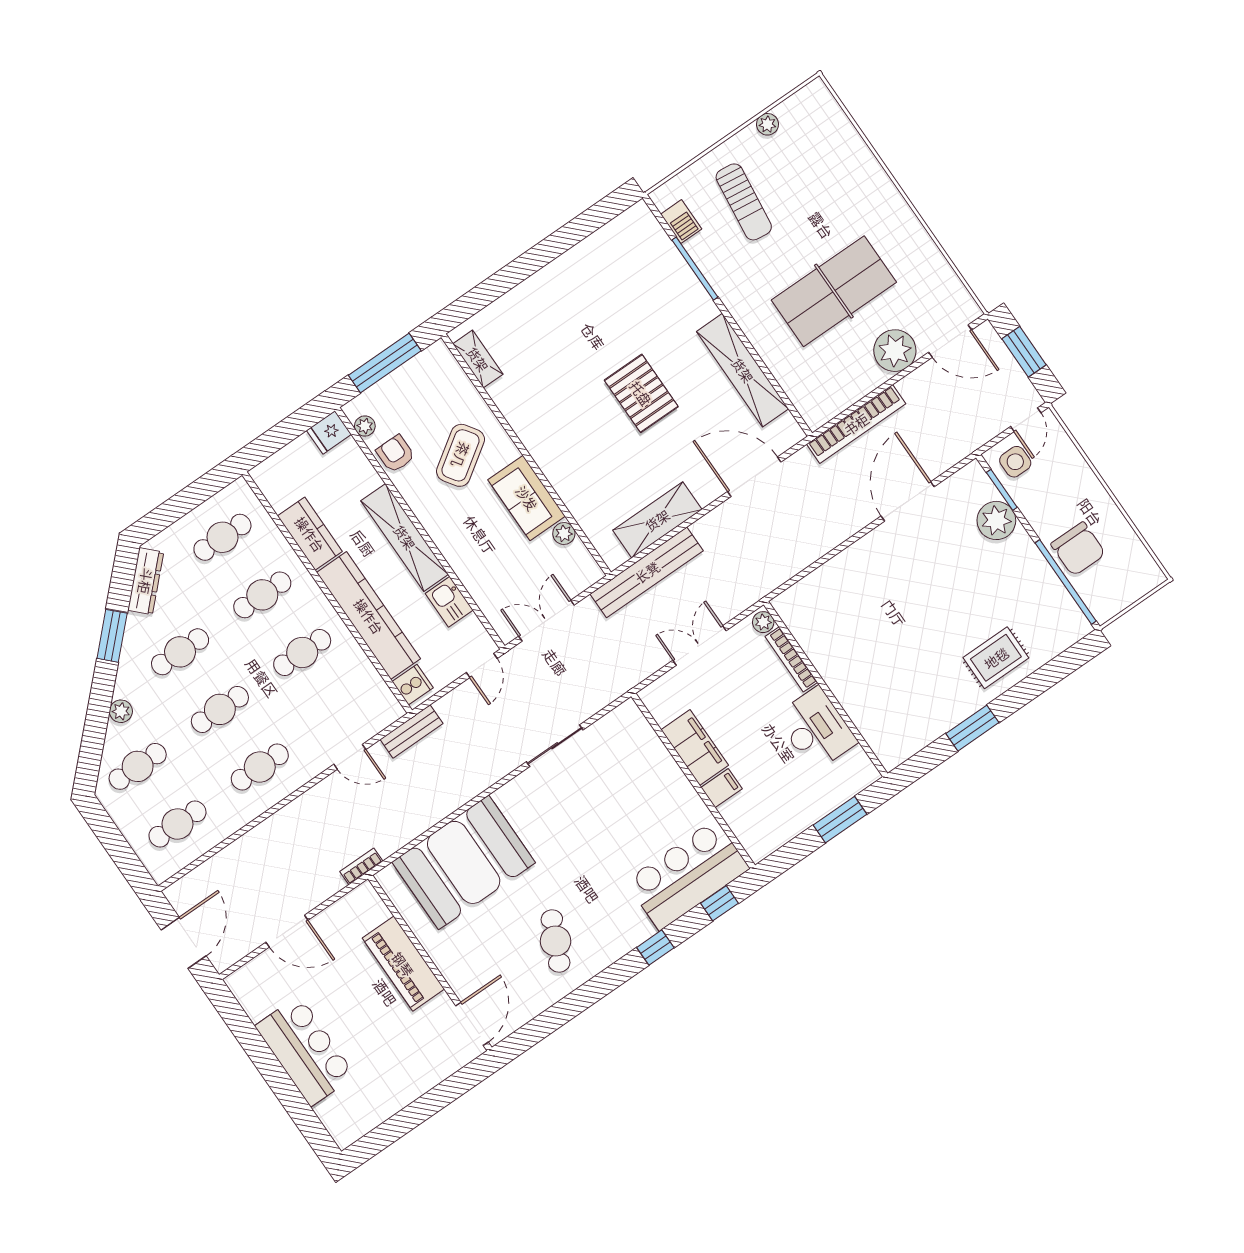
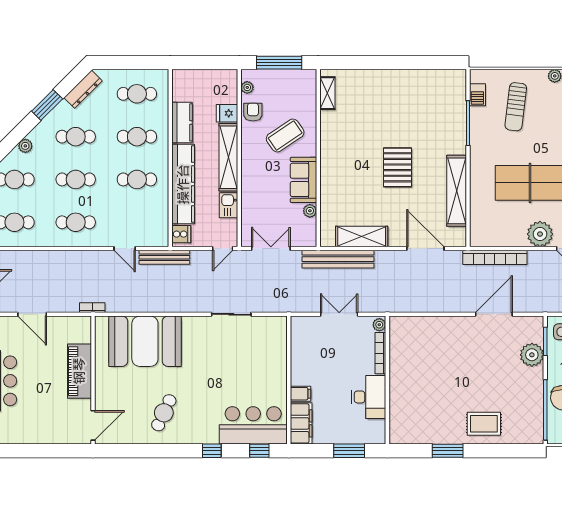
fridge: (329, 432) -> (227, 113), moved
bench: (412, 731) -> (164, 257), width x1.36
filing cabinet: (695, 748) -> (301, 423), moved

